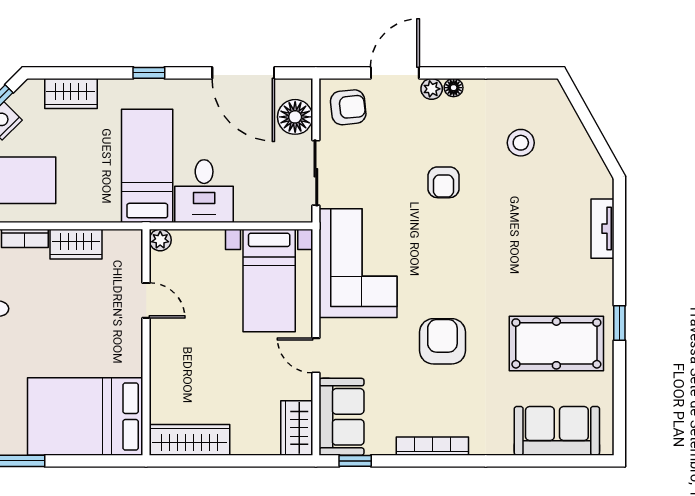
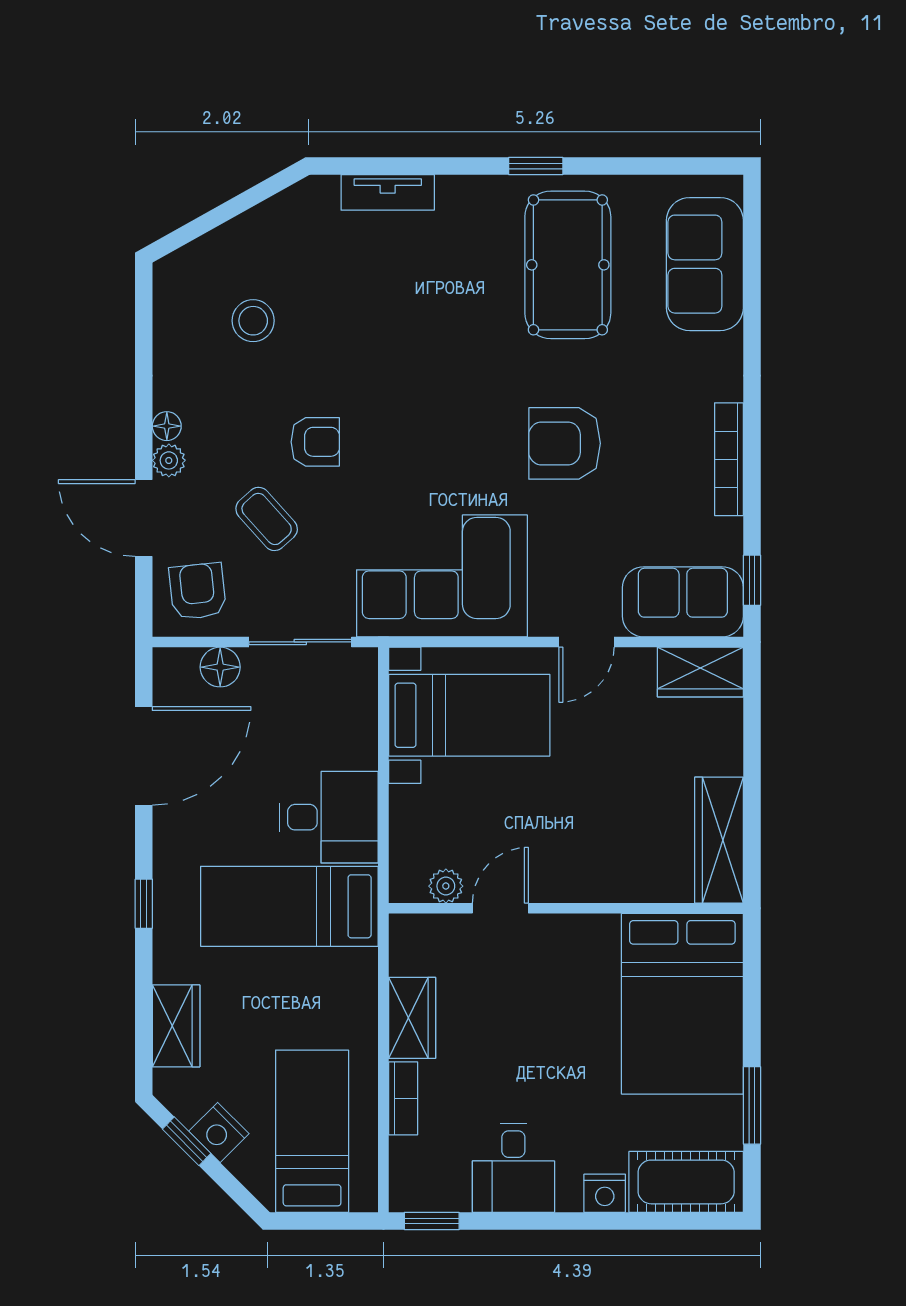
floor lamp: (295, 117) -> (220, 667), width x0.73, depth x0.73
coffee table: (394, 151) -> (267, 519), added
plant: (160, 240) -> (446, 886), moved

